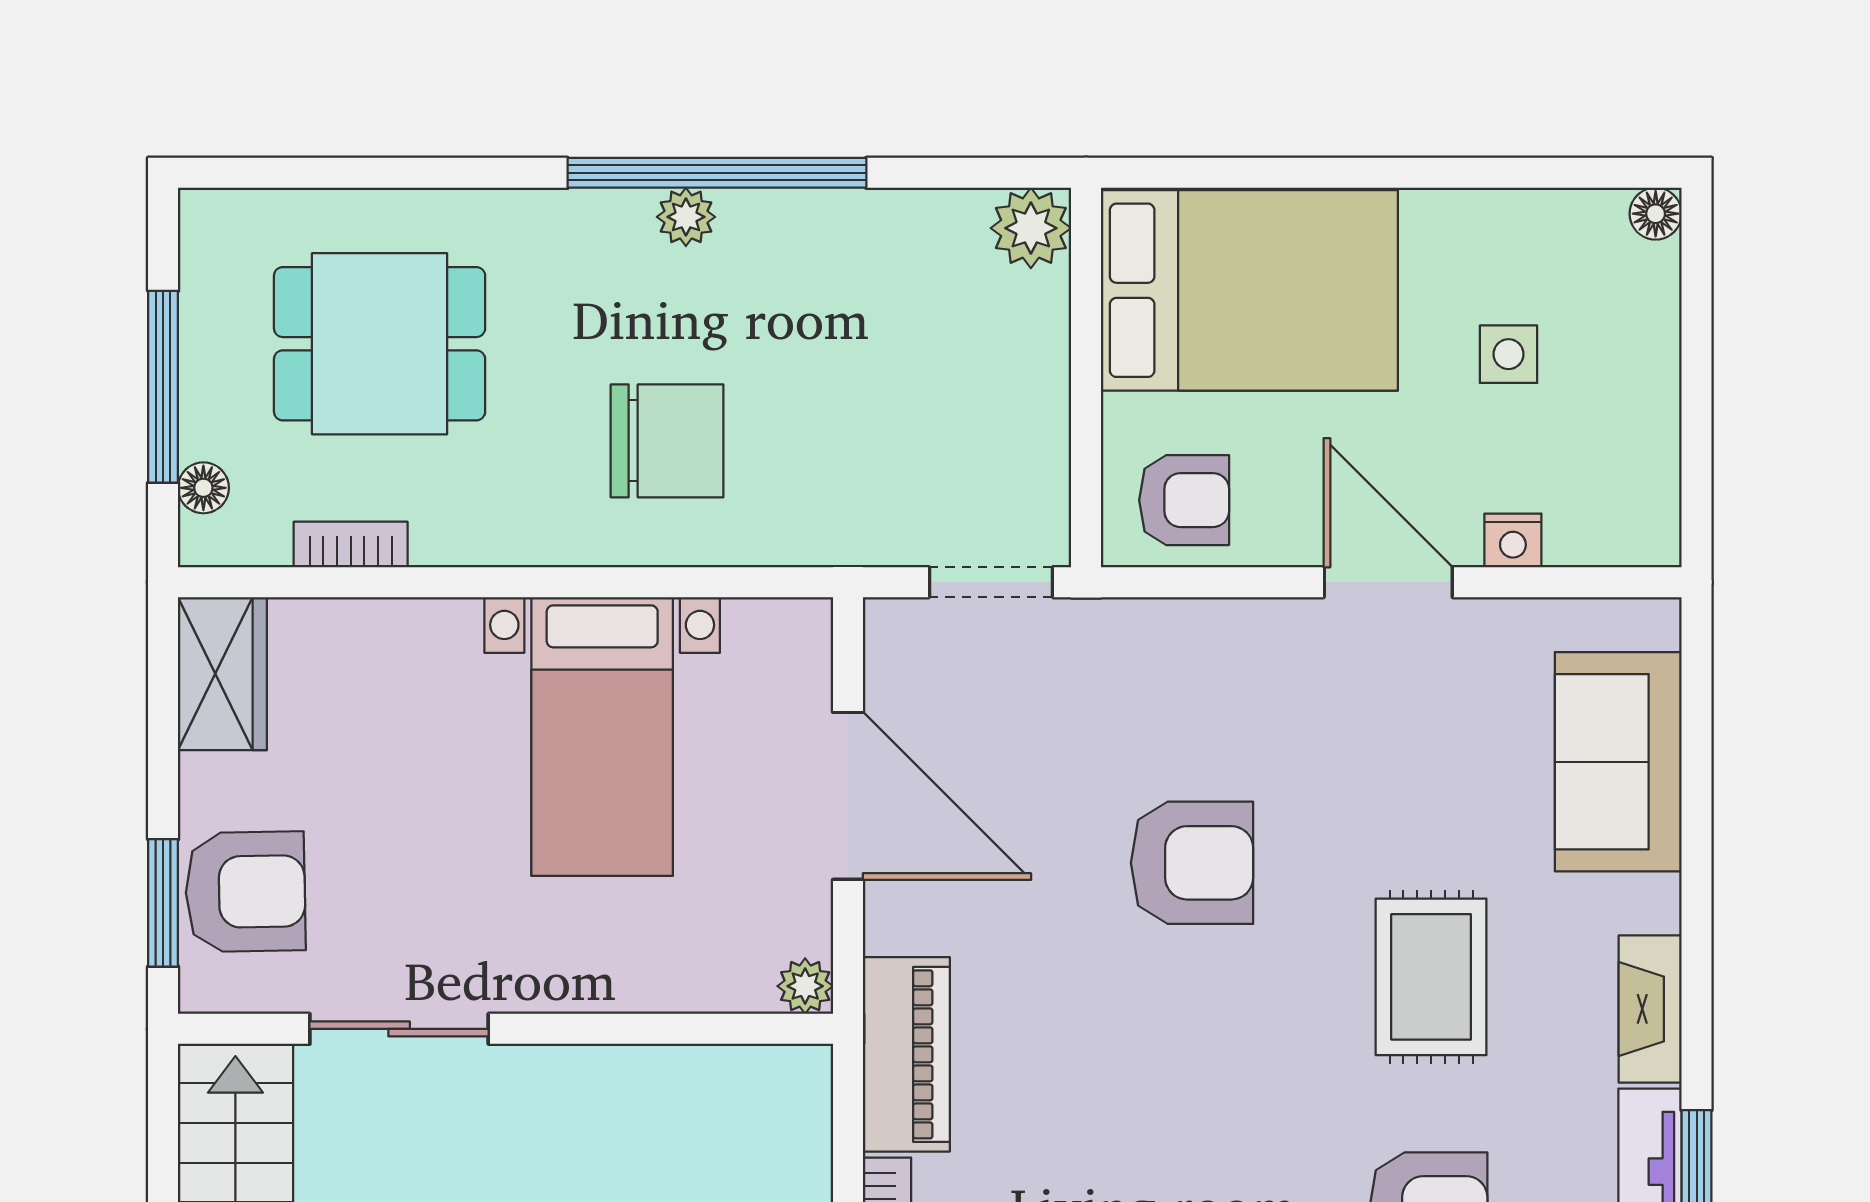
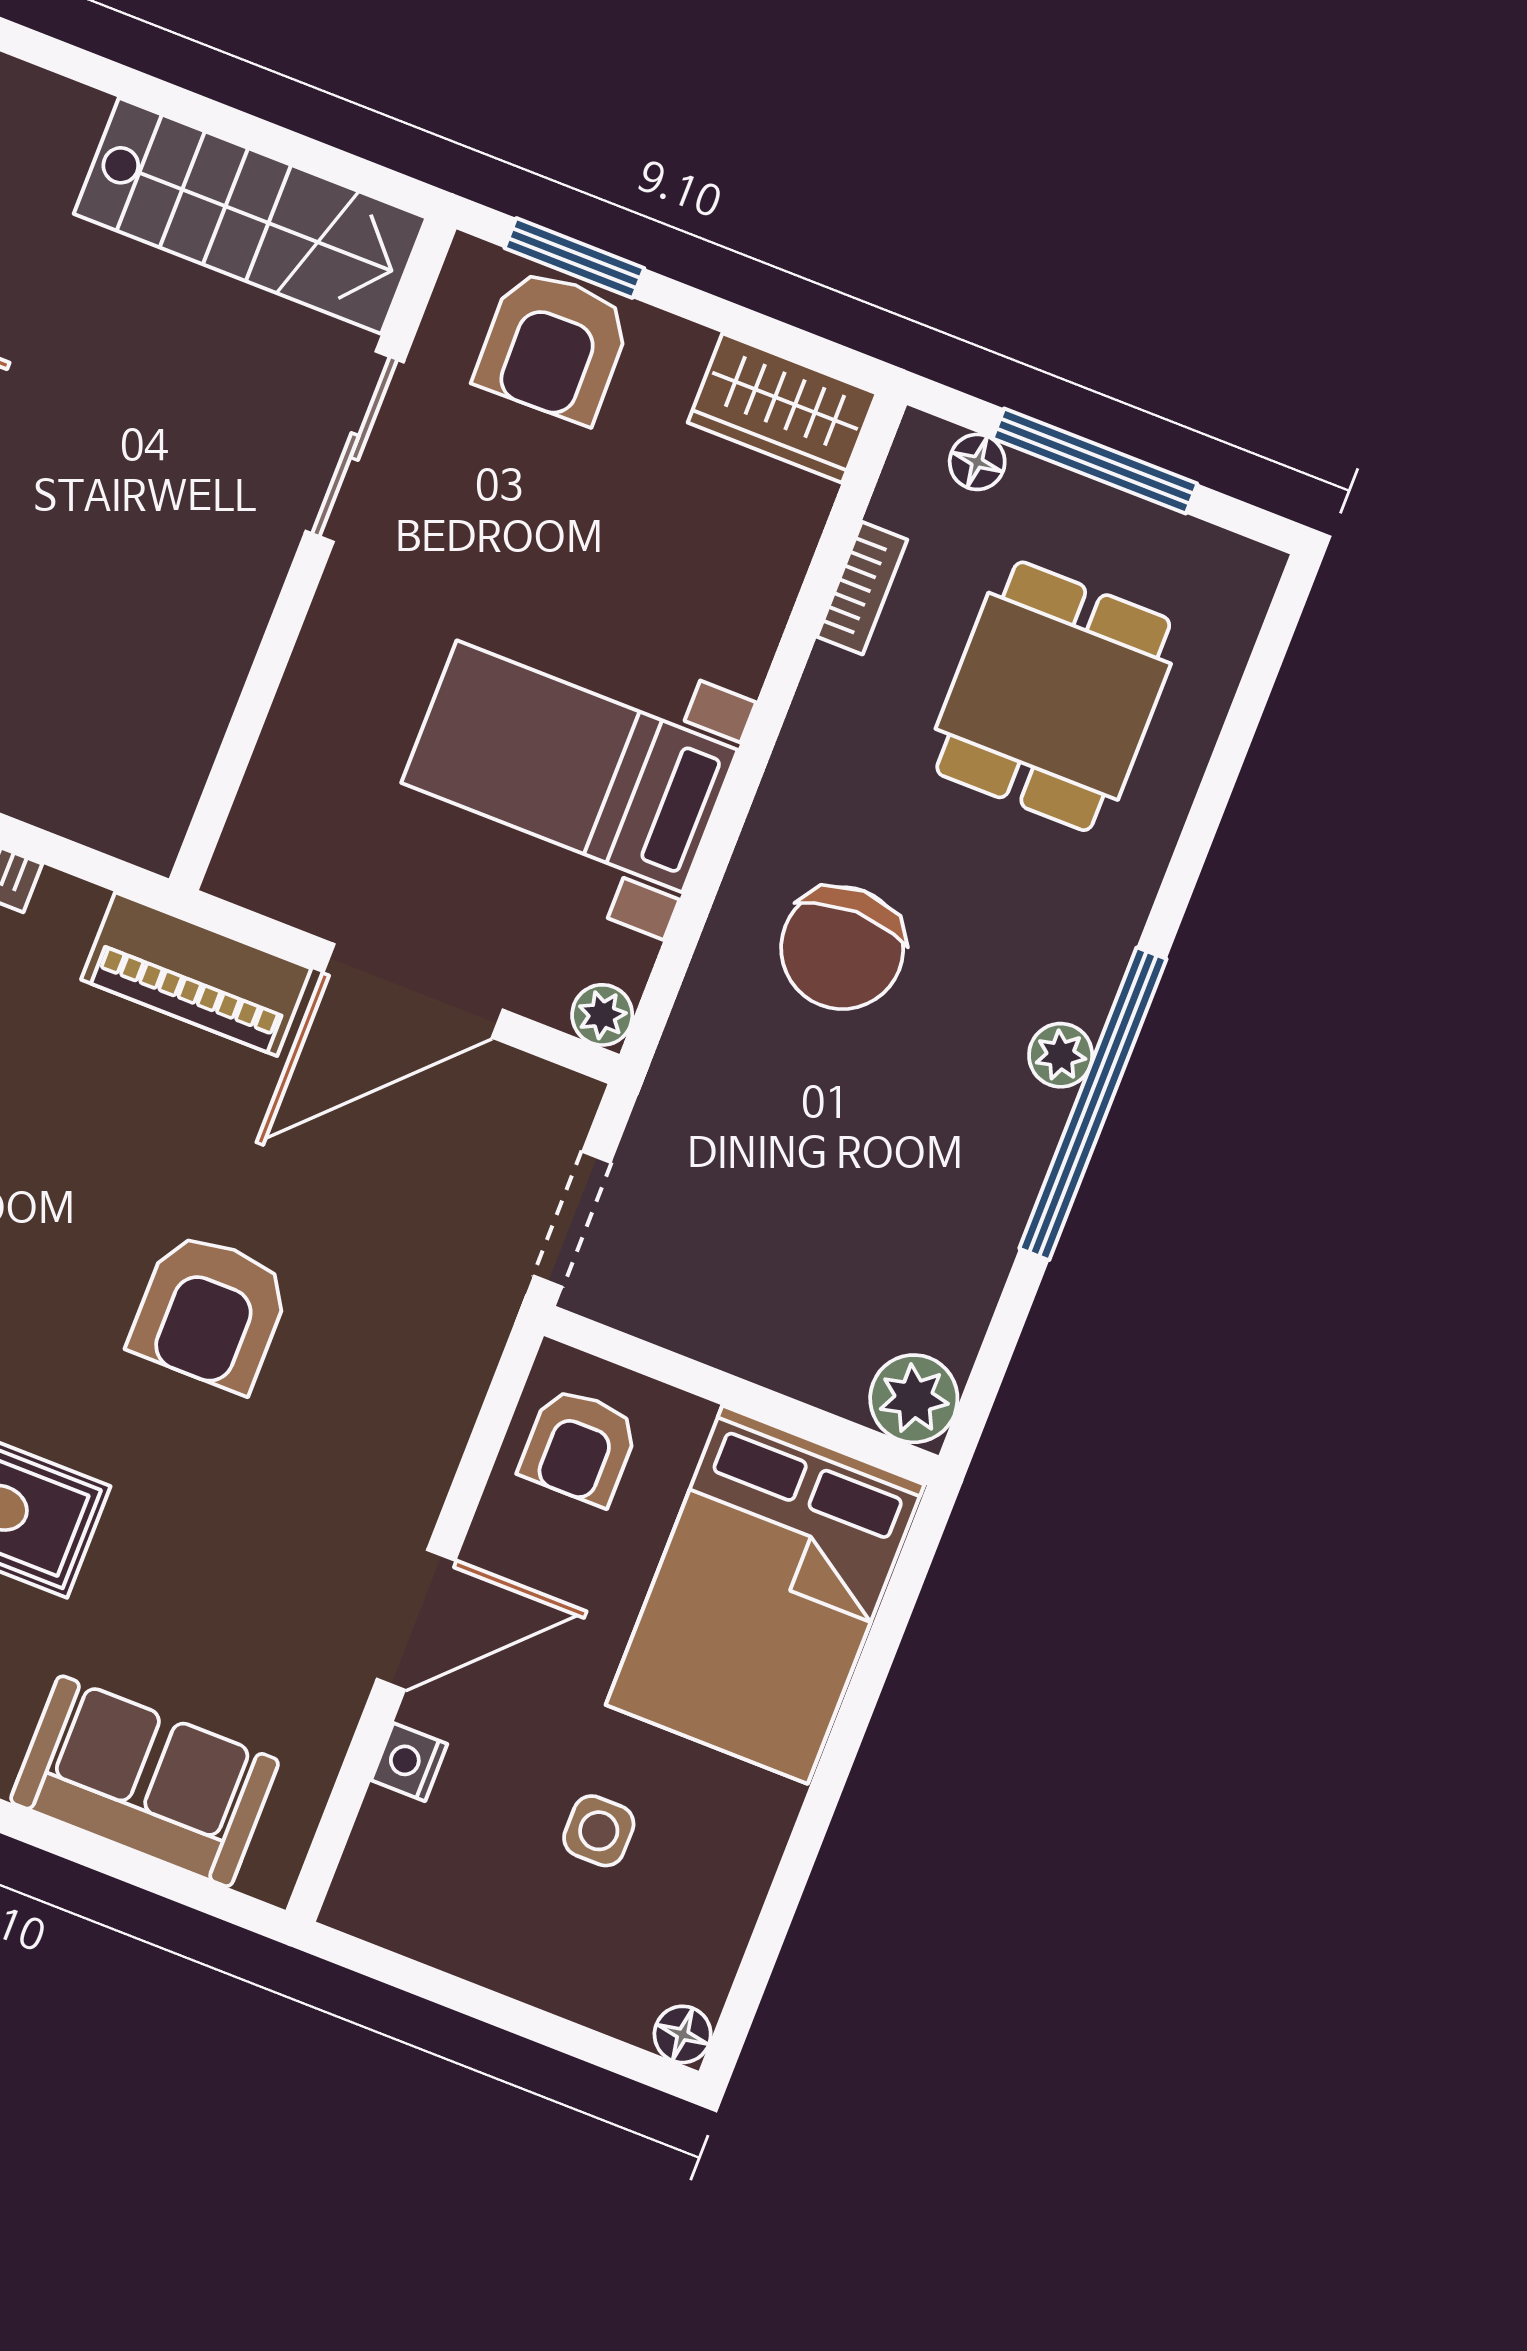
plant: (805, 986) -> (602, 1015), moved
piano: (906, 1054) -> (196, 974), moved

